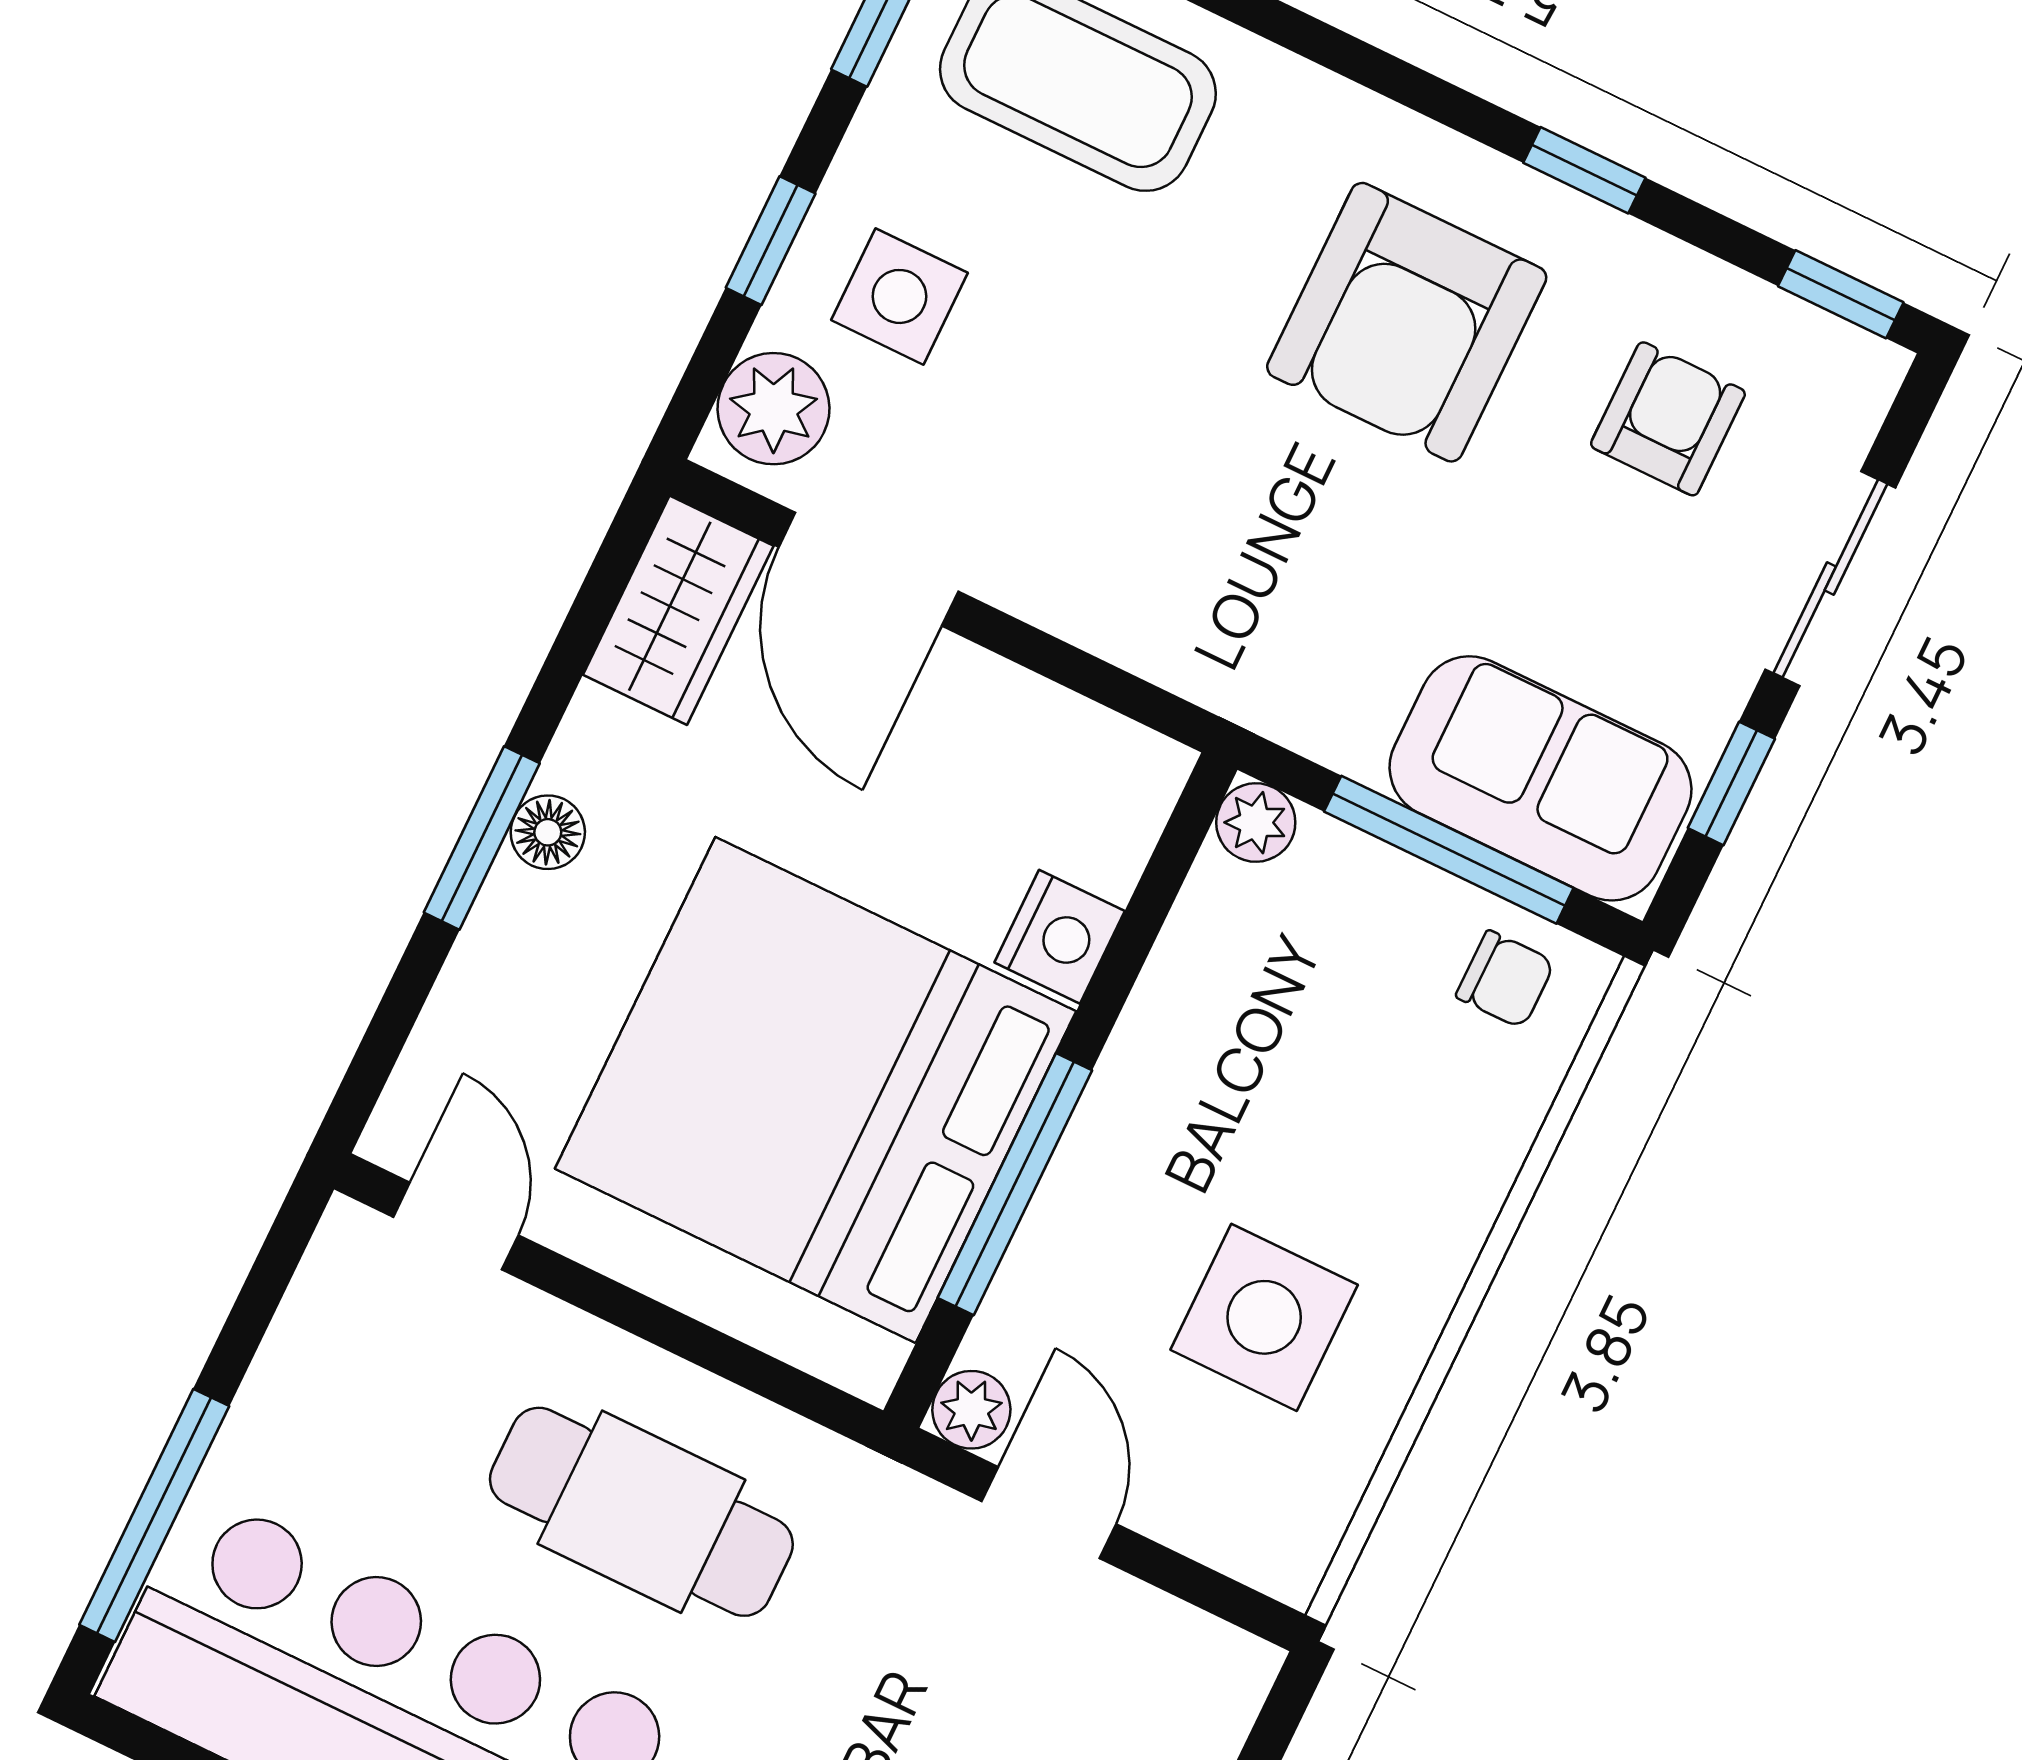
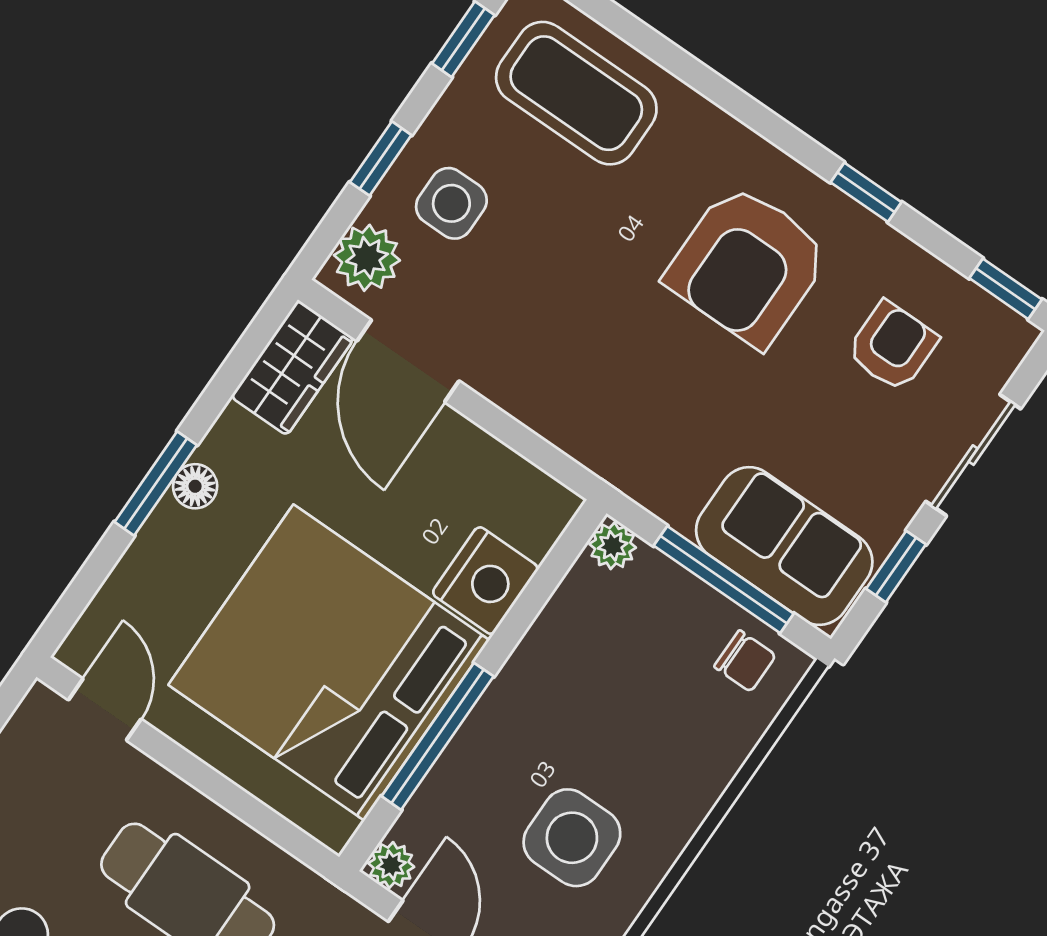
nightstand: (1060, 937) -> (485, 581), width x1.36, depth x1.33

